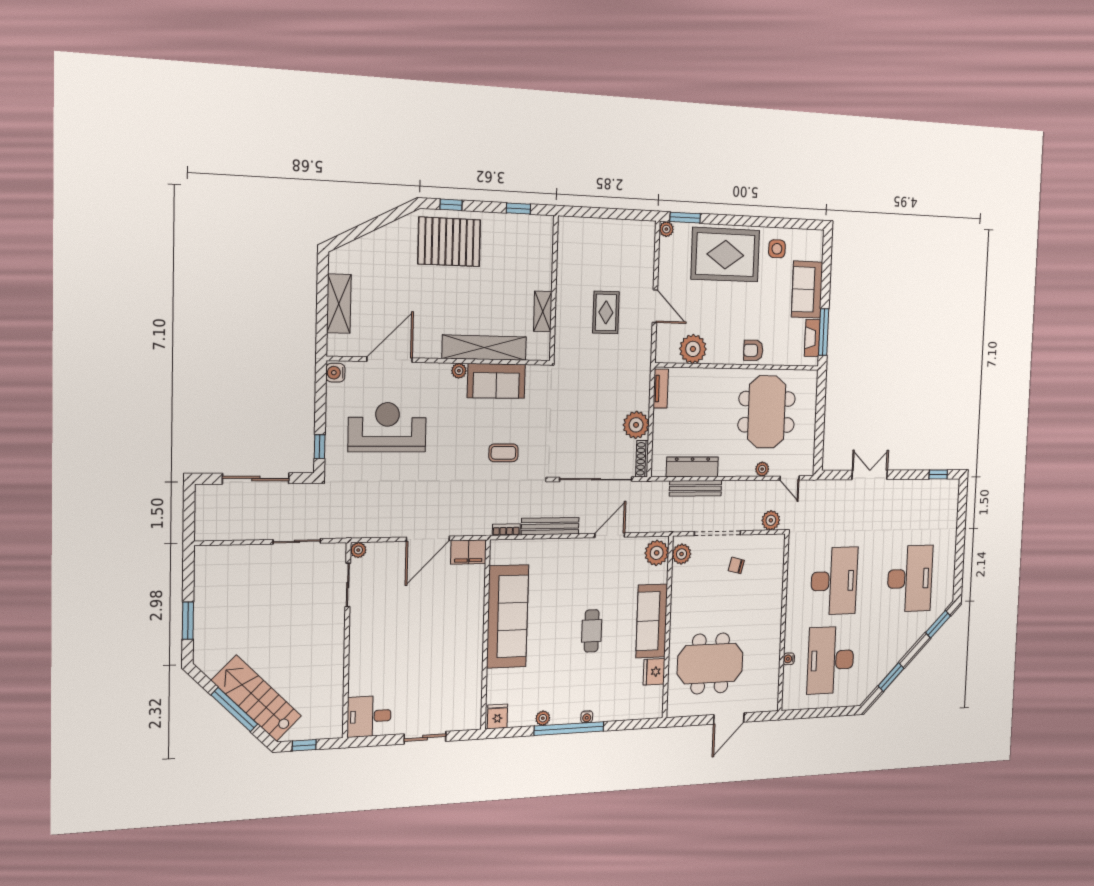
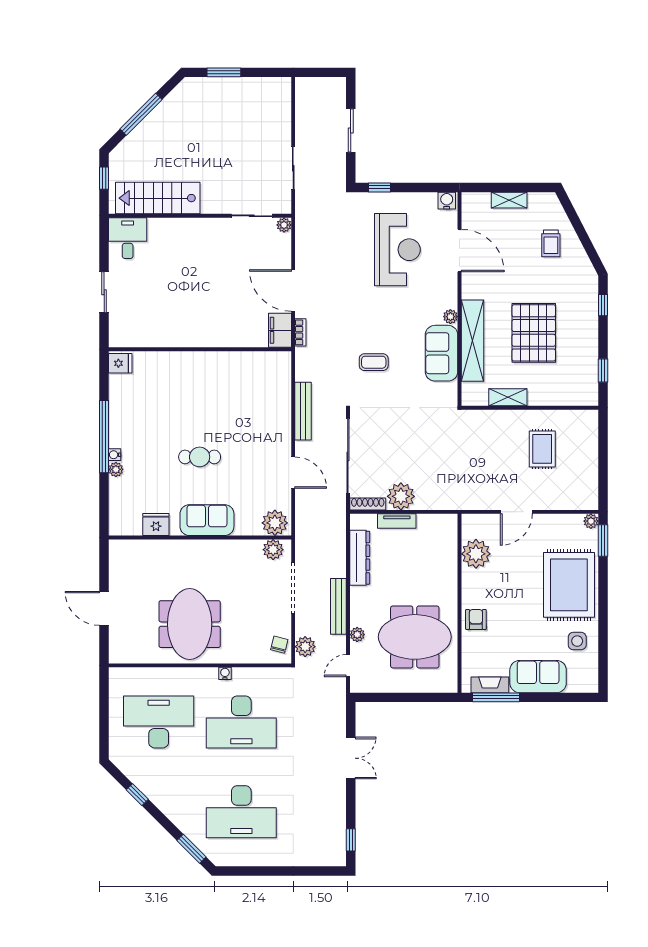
pallet: (449, 242) -> (534, 333), moved
trolley: (384, 259) -> (551, 243), added
shelving: (339, 304) -> (509, 200), width x0.67, depth x0.75
rug: (606, 312) -> (542, 449), moved, turned 90
tv unit: (661, 389) -> (397, 521), moved
coffee table: (503, 453) -> (374, 362), turned 90
sliding door: (256, 478) -> (351, 131), width x0.73
bench: (696, 488) -> (338, 606), moved
bookcase: (506, 530) -> (300, 332), moved
chair: (736, 565) -> (279, 645), moved
sofa: (508, 616) -> (217, 371), removed
sofa: (652, 621) -> (207, 520), width x0.73
water cooler: (789, 659) -> (225, 673), moved
meeting table: (710, 663) -> (190, 624), moved
window: (891, 677) -> (137, 795), width x0.67
stairs: (256, 698) -> (158, 198), moved, turned -135
plant: (543, 718) -> (116, 469), moved

